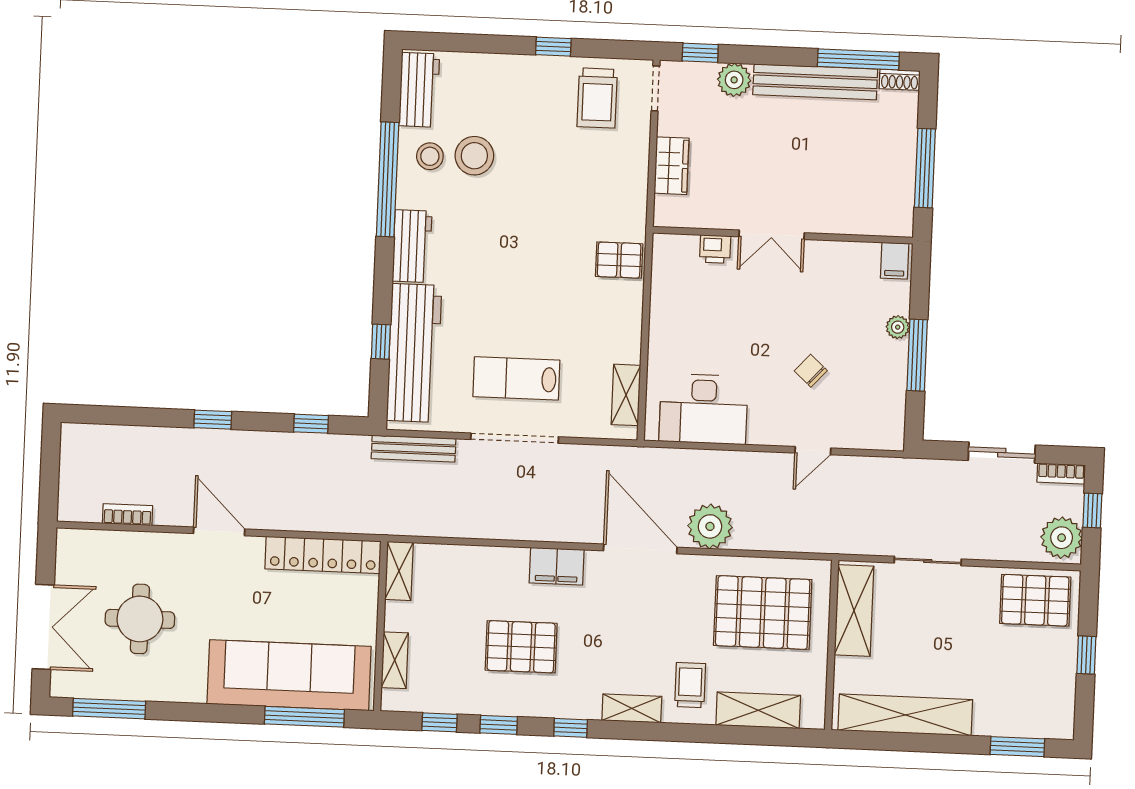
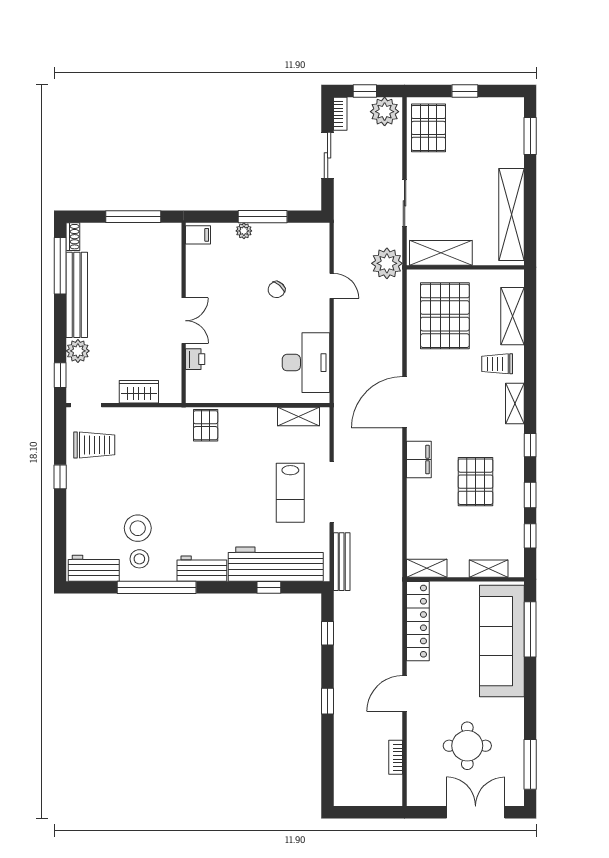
plant: (710, 526) -> (387, 263), moved

